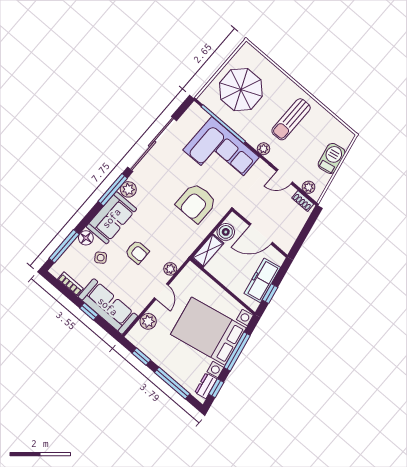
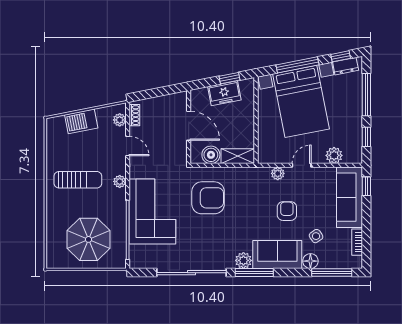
freezer: (262, 280) -> (224, 93), width x0.71
window: (89, 312) -> (366, 186), moved

